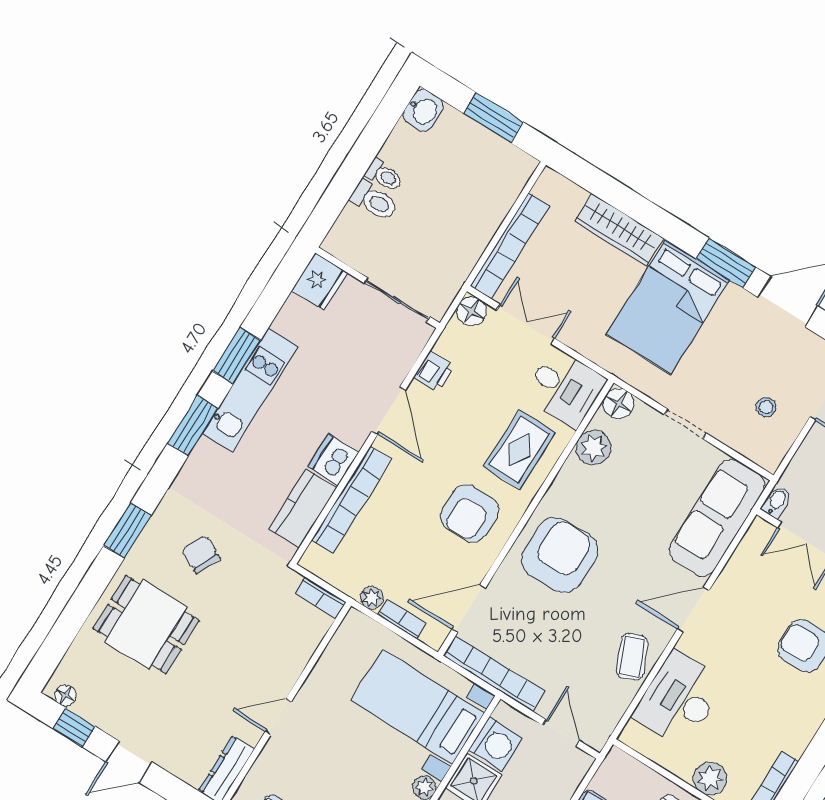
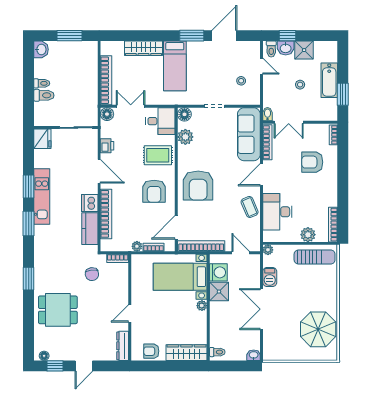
bed: (668, 307) -> (175, 66), width x0.67
rug: (519, 450) -> (158, 155), turned 90
chair: (201, 554) -> (92, 274), moved, turned -123
armchair: (560, 555) -> (198, 186), turned 180
bookcase: (743, 555) -> (267, 142), added
plant: (616, 760) -> (268, 250), added

